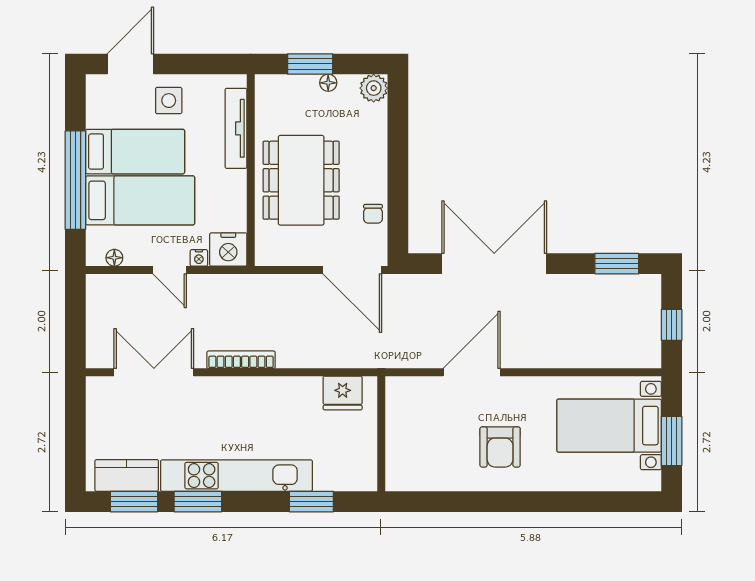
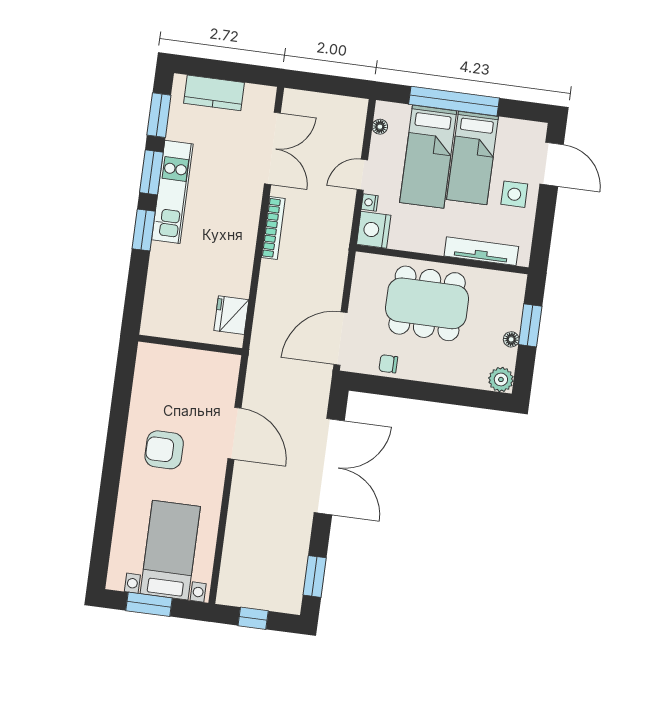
kitchen counter: (127, 475) -> (214, 93), moved, turned 90
kitchen unit: (236, 476) -> (172, 192), width x0.73
window: (311, 502) -> (144, 230), moved

